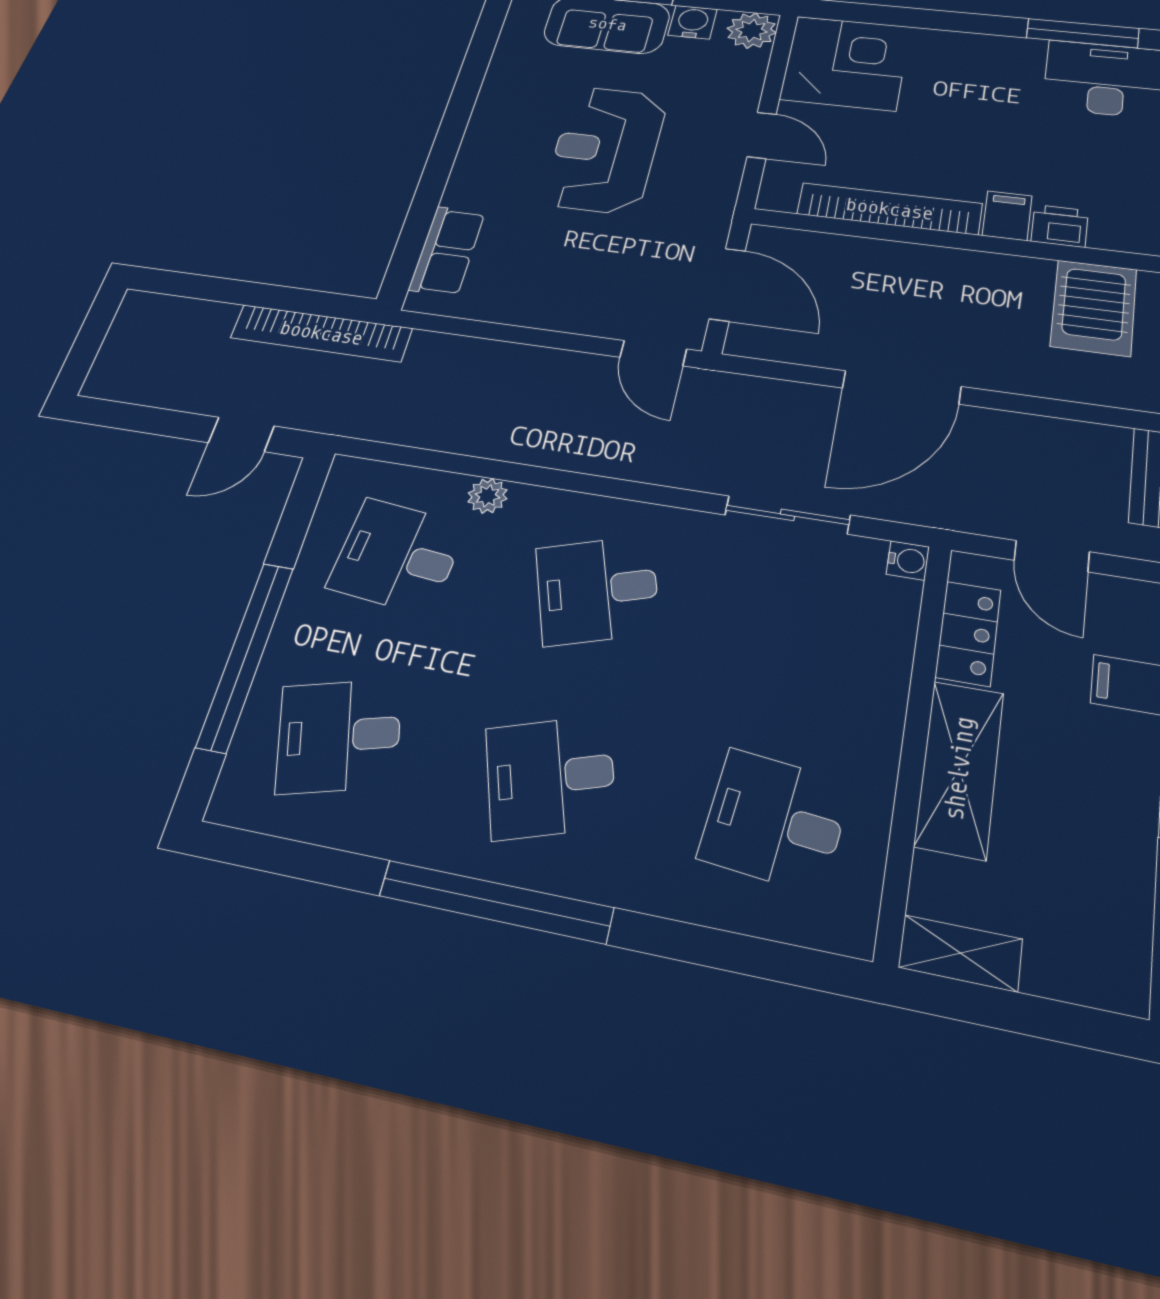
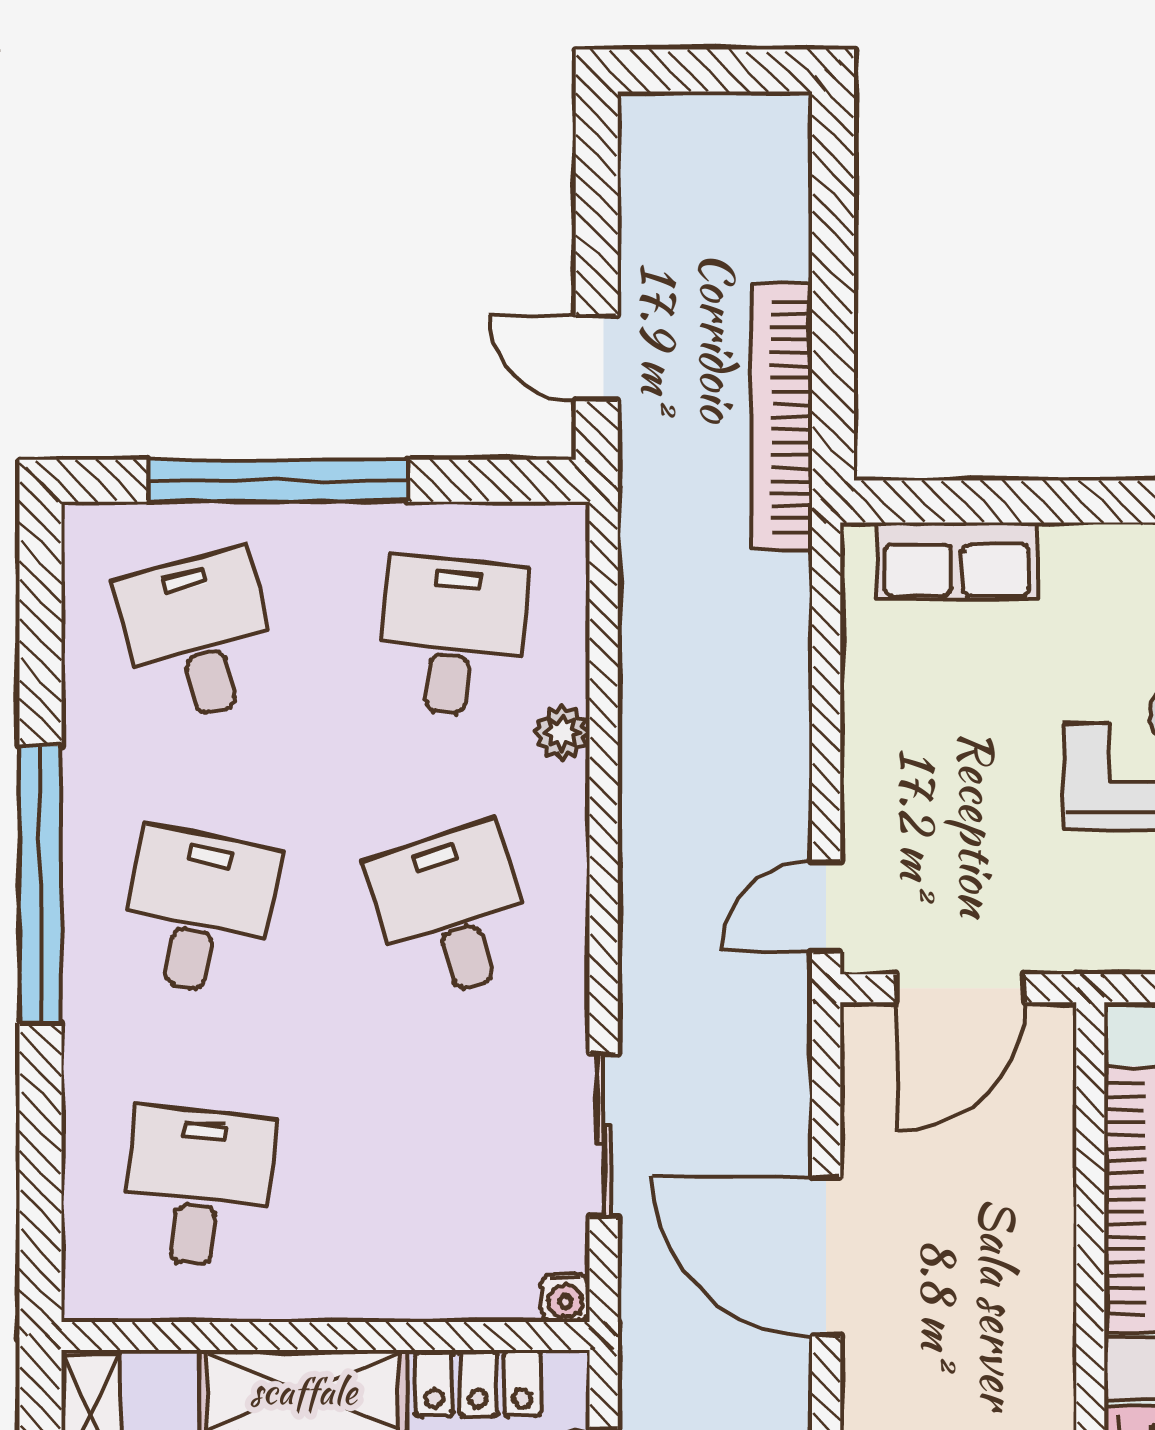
desk: (551, 777) -> (199, 912), turned 30

